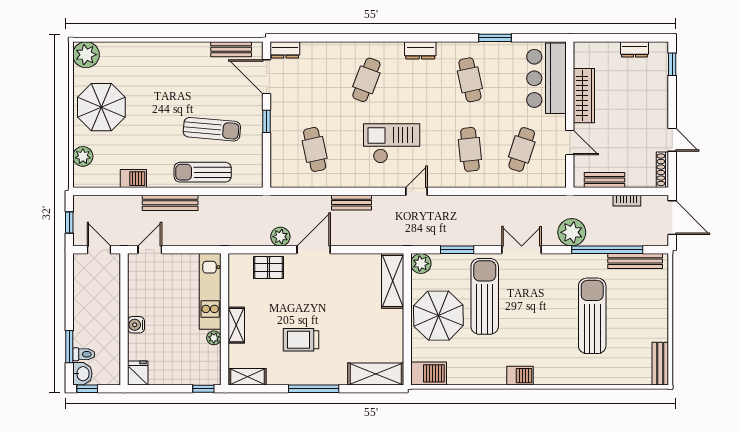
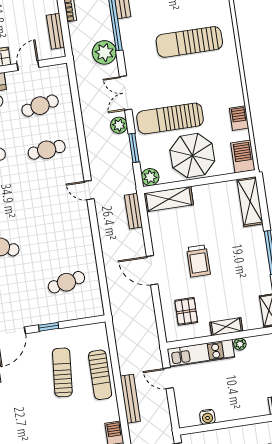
checkout: (392, 143) -> (51, 217), removed
cafe table: (522, 149) -> (40, 106), turned -30
bench: (352, 203) -> (133, 211), moved
plant: (280, 237) -> (119, 125), moved
door: (150, 250) -> (168, 378), moved
pallet: (269, 267) -> (186, 311), moved
sun lounger: (592, 316) -> (189, 42), moved
water cooler: (136, 325) -> (207, 417), moved
trolley: (301, 340) -> (198, 261), moved
barbecue: (520, 376) -> (239, 118), moved

